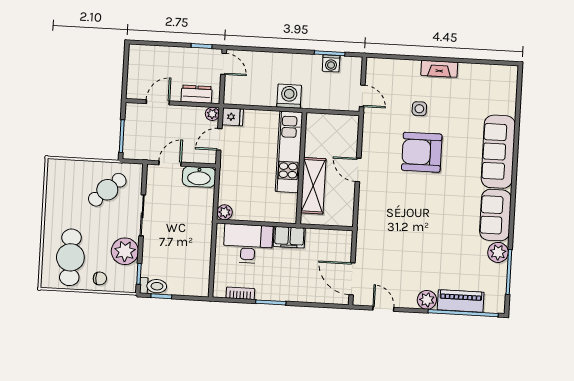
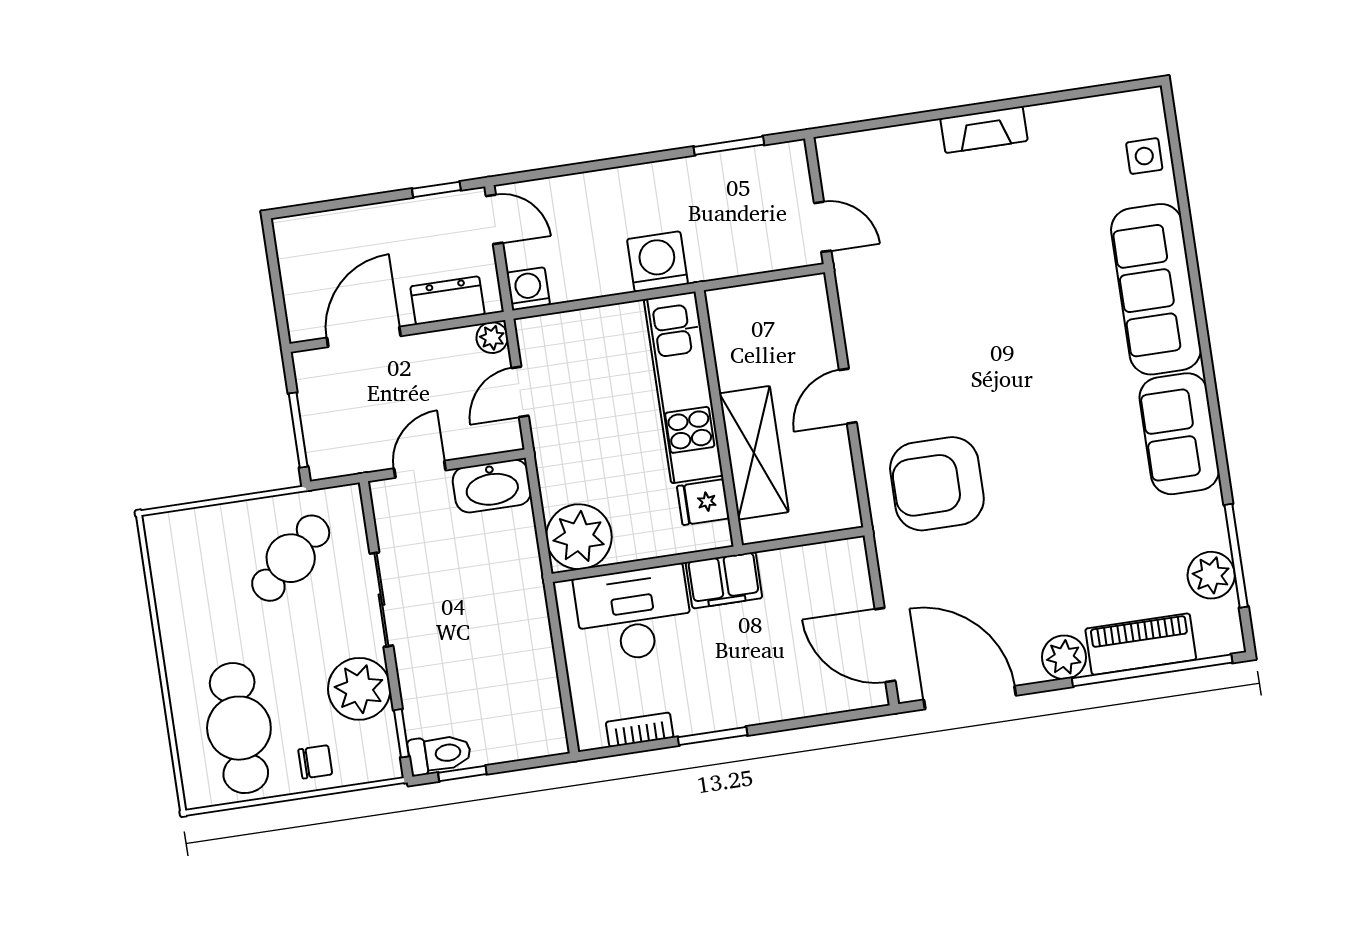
washing machine: (331, 63) -> (528, 289), moved, turned 180
door: (158, 102) -> (364, 337), width x1.38
side table: (419, 109) -> (1144, 156), moved
fridge: (233, 117) -> (703, 502), moved, turned 180
armchair: (422, 152) -> (937, 484), moved
door: (358, 170) -> (848, 396), hinge flipped
plant: (225, 212) -> (579, 537), width x1.88, depth x1.88
plant: (498, 252) -> (1211, 575), moved
door: (383, 309) -> (970, 698), width x1.88

